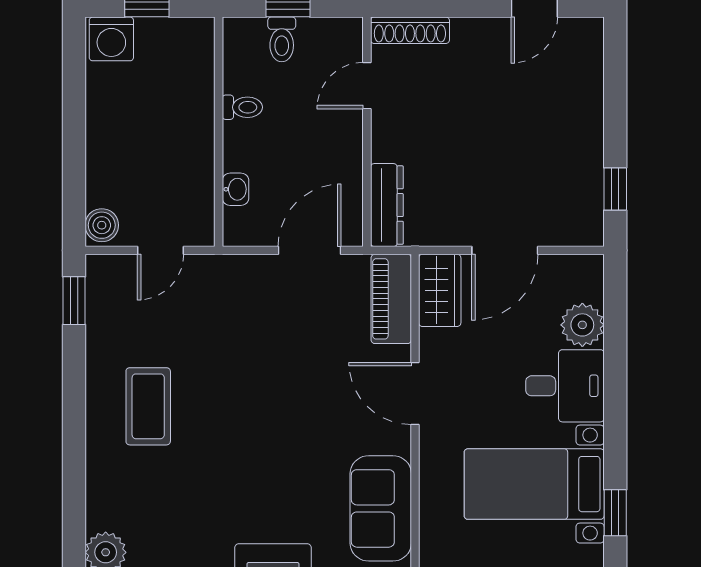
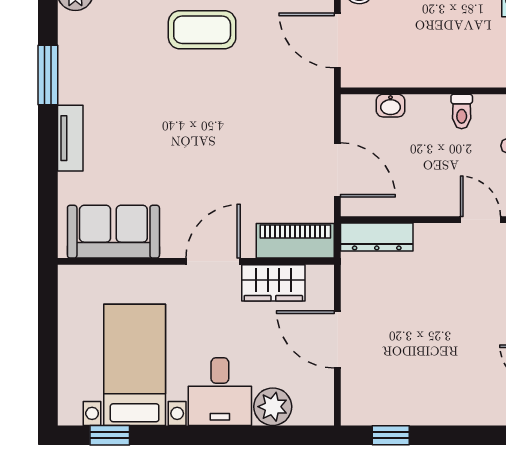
door: (160, 250) -> (337, 40), width x1.38
wardrobe: (440, 290) -> (273, 283), moved

